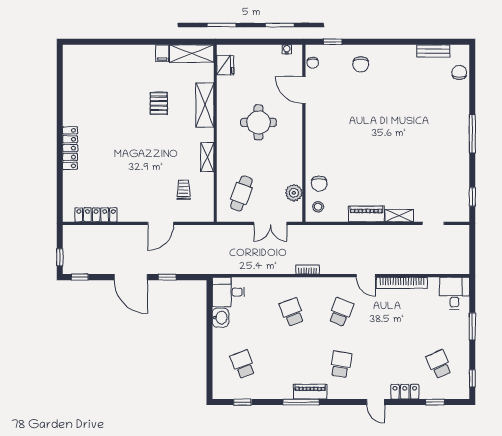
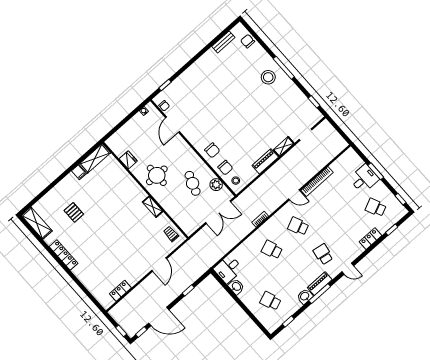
chair: (361, 64) -> (212, 150), moved
fridge: (225, 65) -> (128, 160), moved
door: (304, 90) -> (172, 125), hinge flipped
pallet: (159, 103) -> (74, 212), moved
shelving: (205, 105) -> (37, 223), moved
round table: (258, 122) -> (157, 175), moved
stool: (447, 129) -> (268, 77), added
locker: (70, 148) -> (64, 255), moved
trolley: (184, 190) -> (171, 234), moved
cafe table: (241, 193) -> (193, 183), moved
locker: (96, 215) -> (120, 291), width x0.66
double door: (270, 223) -> (218, 212), width x1.37
door: (131, 277) -> (159, 316), moved
desk: (454, 293) -> (364, 179), moved, turned 90
school desk: (341, 312) -> (298, 226), turned -45
washbasin: (283, 391) -> (305, 296), added
door: (376, 402) -> (348, 269), moved

